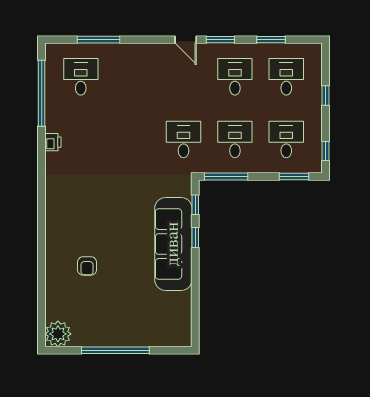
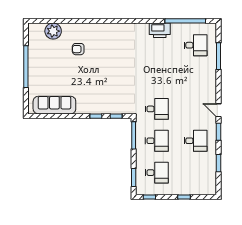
door: (186, 40) -> (219, 110), hinge flipped
desk: (286, 77) -> (196, 173), removed
printer: (53, 142) -> (160, 30), width x1.87, depth x1.48
sofa: (173, 244) -> (54, 105), moved, width x0.74, depth x0.79
plant: (58, 334) -> (53, 31), moved

